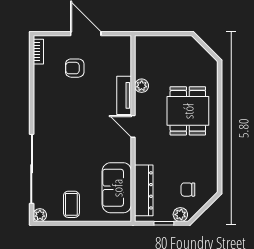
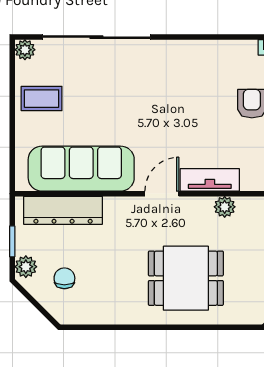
sofa: (117, 188) -> (81, 169), width x1.36

